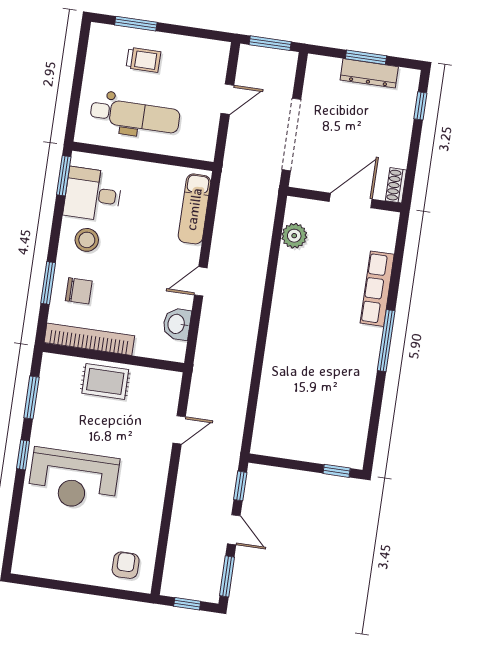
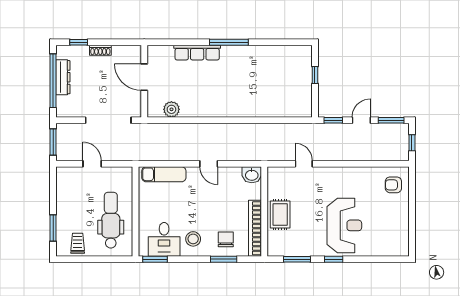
window: (366, 57) -> (53, 81), width x2.11
trolley: (143, 60) -> (78, 243), moved
shoe rack: (396, 185) -> (100, 50), moved
washbasin: (177, 324) -> (252, 175), moved
window: (337, 471) -> (315, 75), moved

